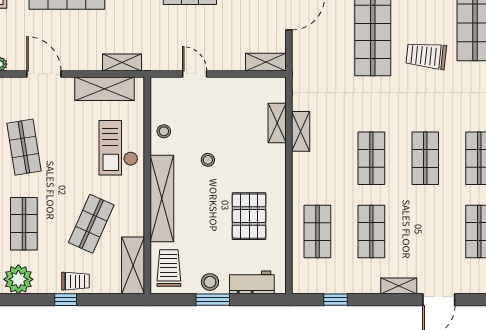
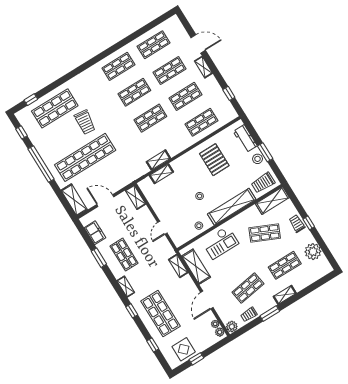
pallet: (249, 216) -> (214, 160), turned 90
shop shelf: (425, 231) -> (169, 71), added

